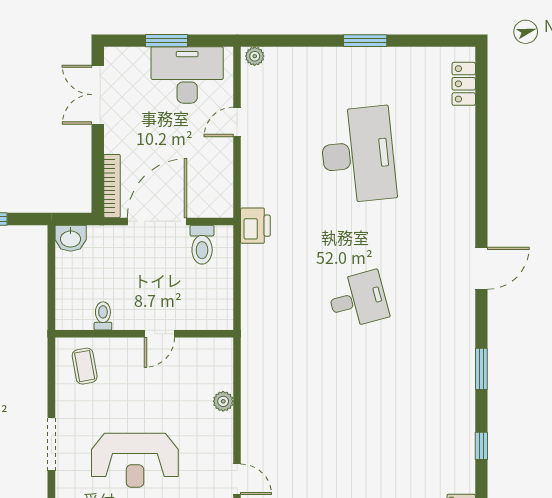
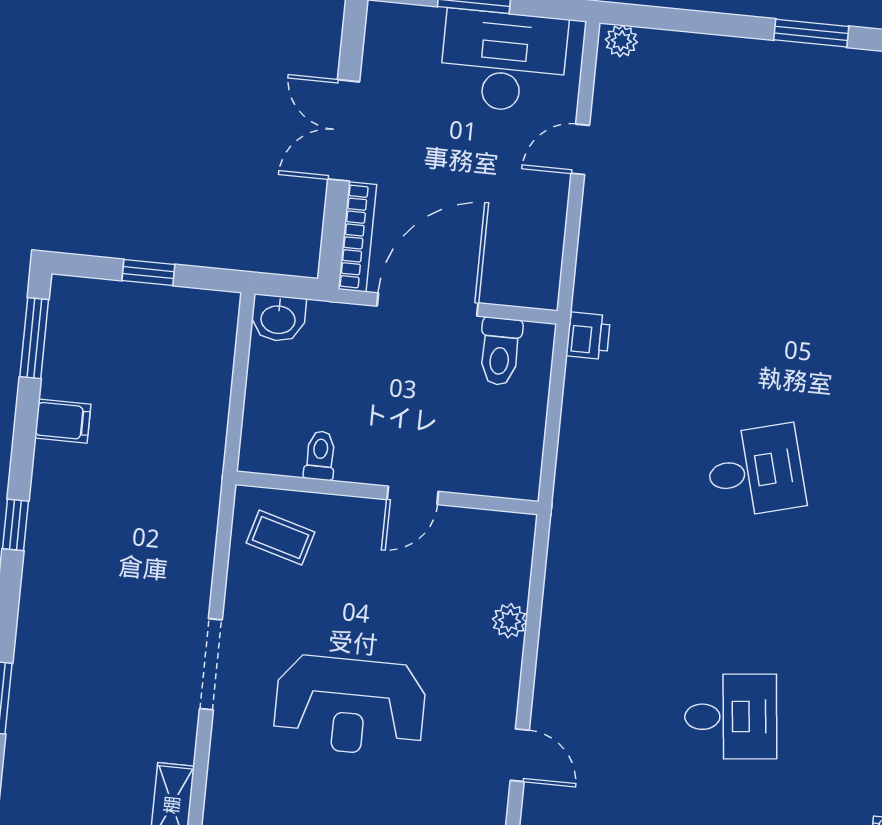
double door: (98, 95) -> (344, 130), moved
desk: (358, 155) -> (731, 717), moved, width x0.53, depth x0.77
printer: (255, 226) -> (588, 336), width x0.73, depth x0.81
coffee table: (85, 366) -> (280, 537), turned -64

